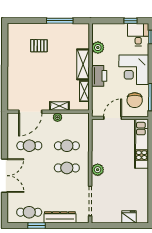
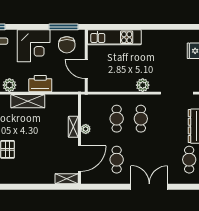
shelving: (84, 91) -> (67, 179), moved
chair: (135, 100) -> (67, 45), turned 90
door: (30, 112) -> (79, 159), hinge flipped

